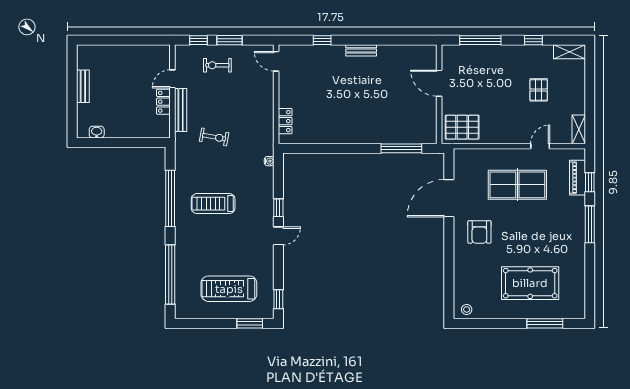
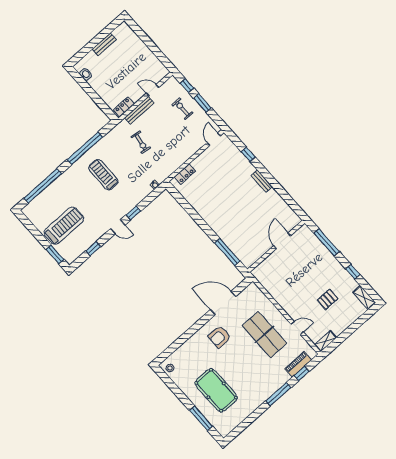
locker: (163, 102) -> (124, 107), moved
pallet: (462, 127) -> (269, 275), removed
treadmill: (229, 289) -> (64, 226), turned 90
window: (278, 299) -> (93, 249), moved

